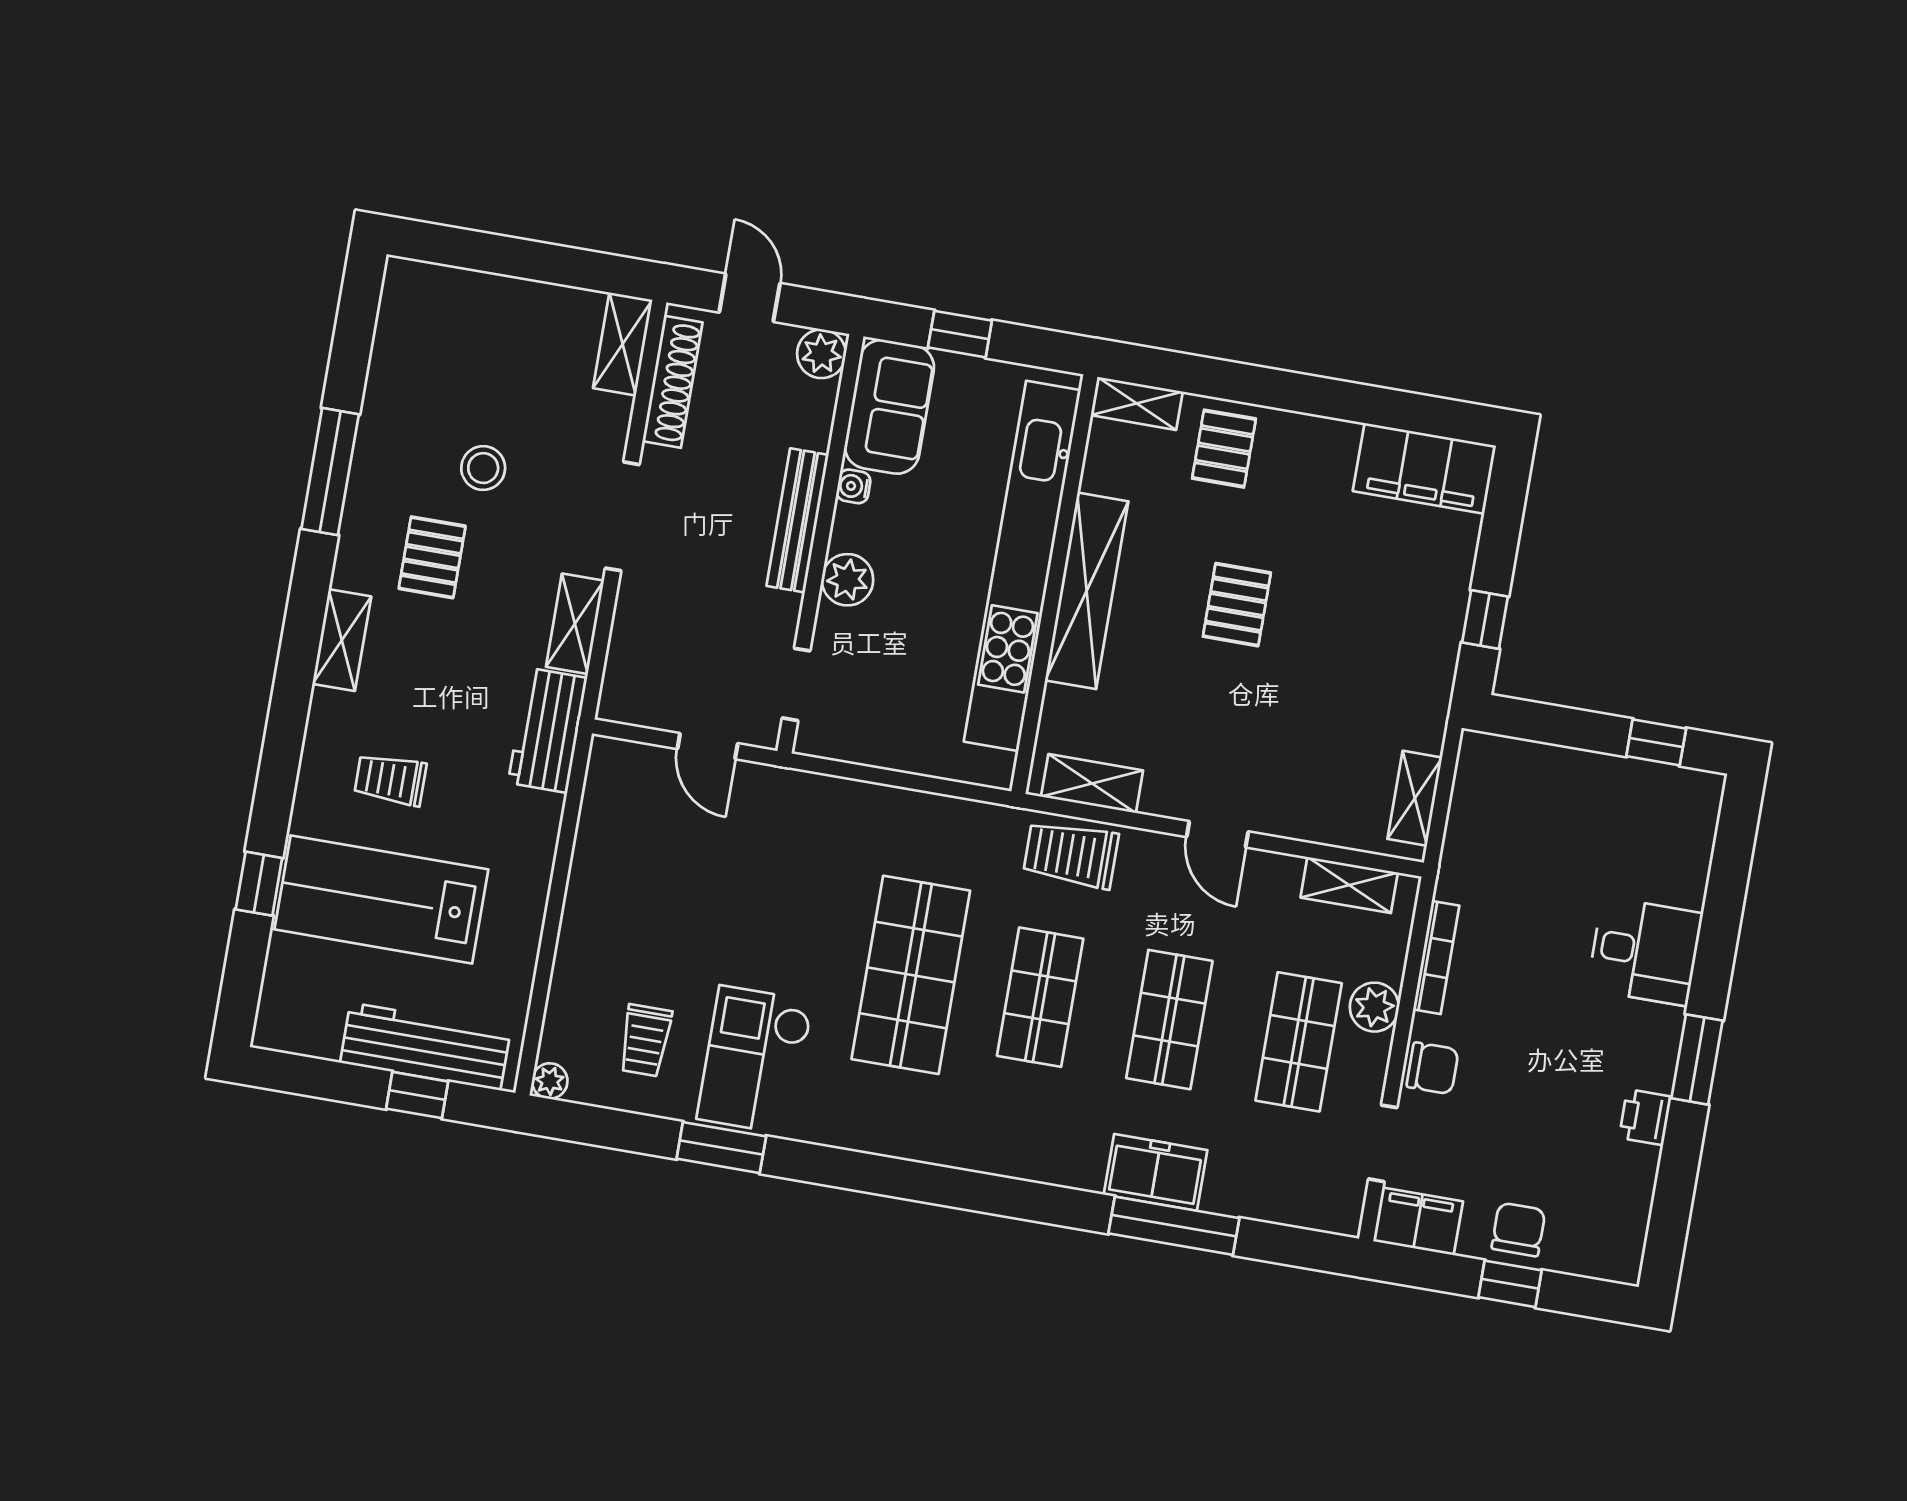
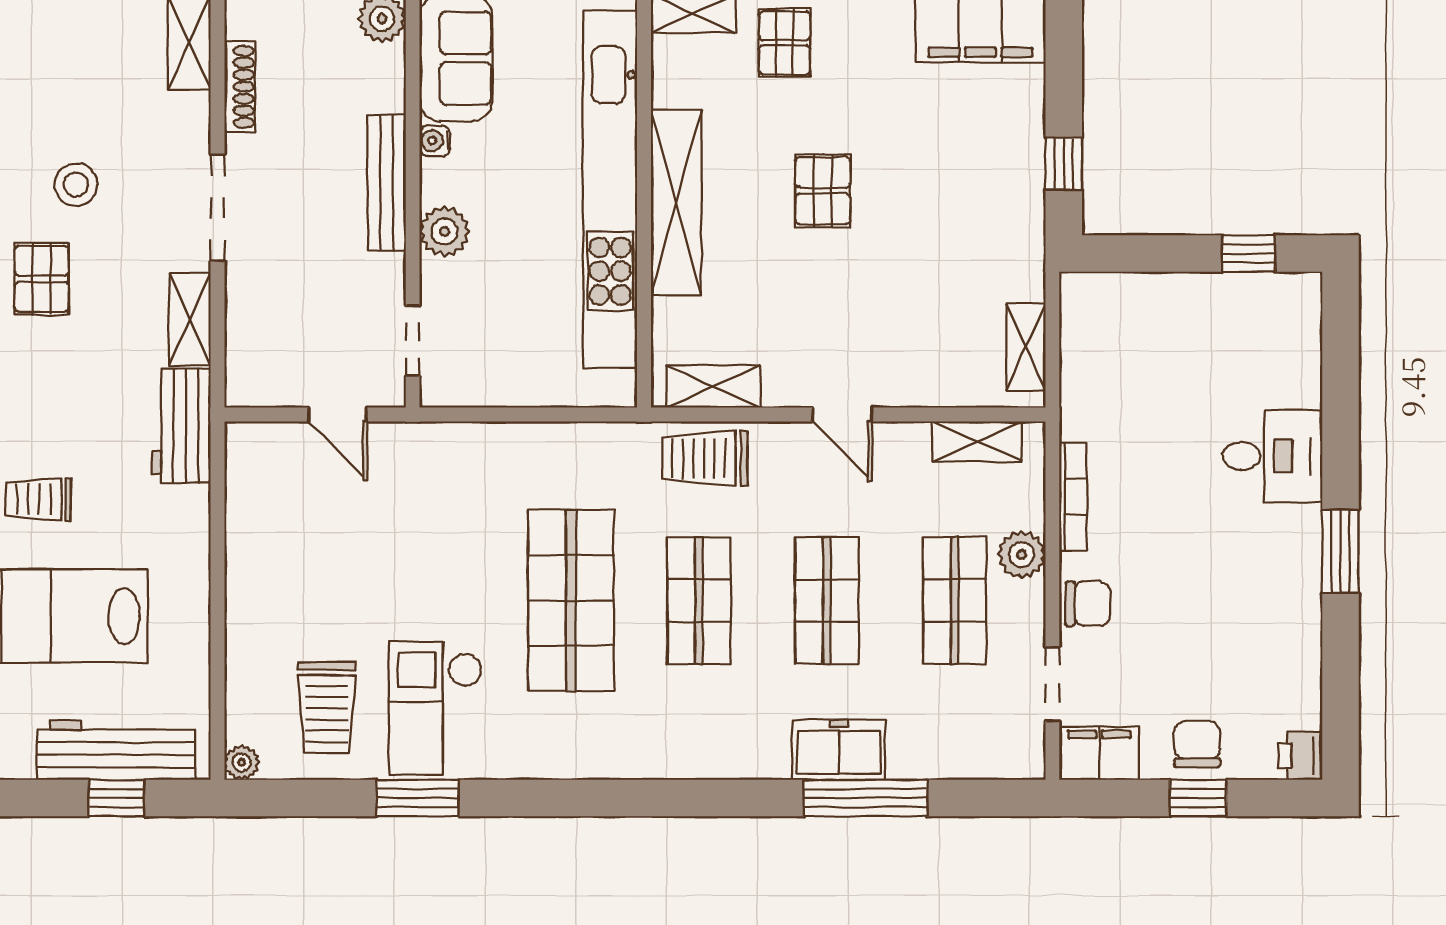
shoe rack: (672, 382) -> (240, 87), width x0.74, depth x0.81
trolley: (645, 1040) -> (327, 708), width x1.36, depth x1.39
printer: (1645, 1117) -> (1300, 756), moved

